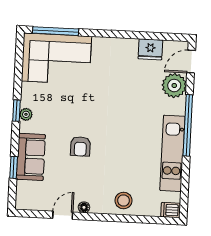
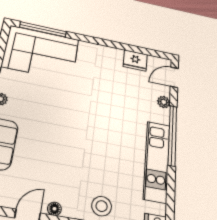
plant: (174, 86) -> (164, 102), width x0.53, depth x0.53
armchair: (80, 146) -> (57, 140), removed

